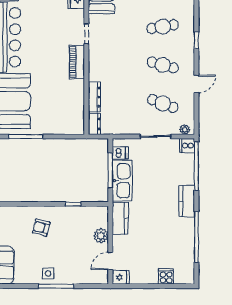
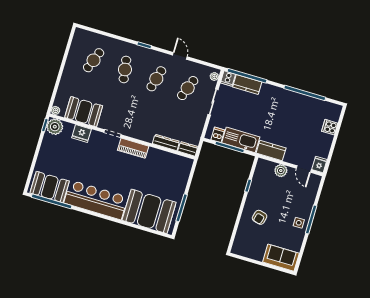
kitchen counter: (187, 201) -> (247, 85), moved

